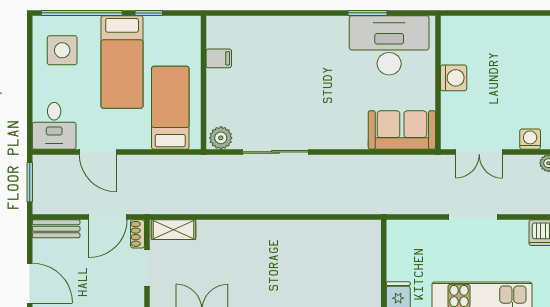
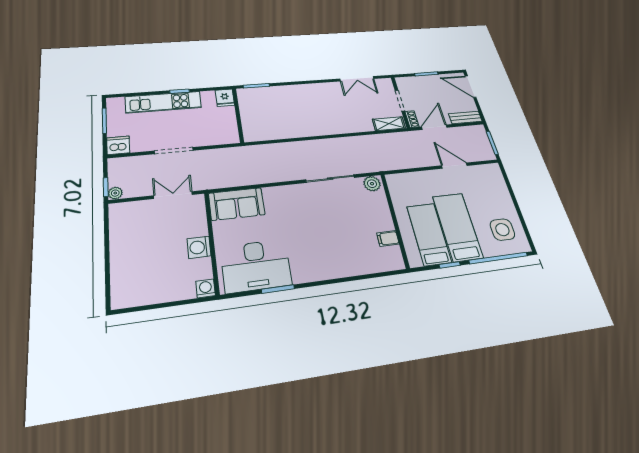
bed: (170, 108) -> (429, 234), moved, turned 180
desk: (54, 126) -> (489, 179), removed
washing machine: (530, 139) -> (206, 288), moved, turned 180

